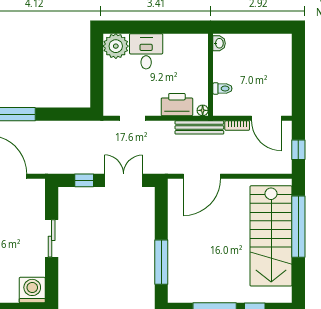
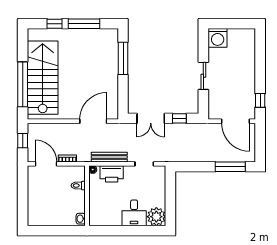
bench: (199, 127) -> (109, 157), moved

